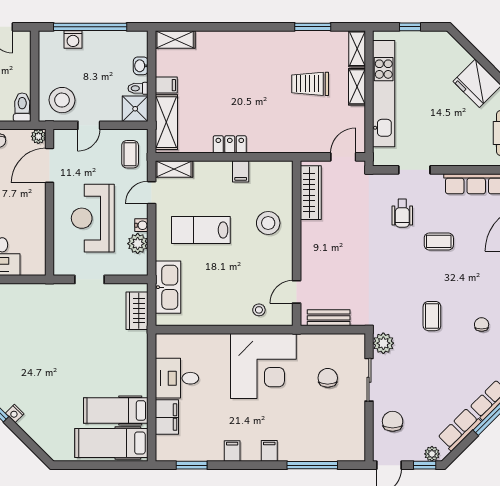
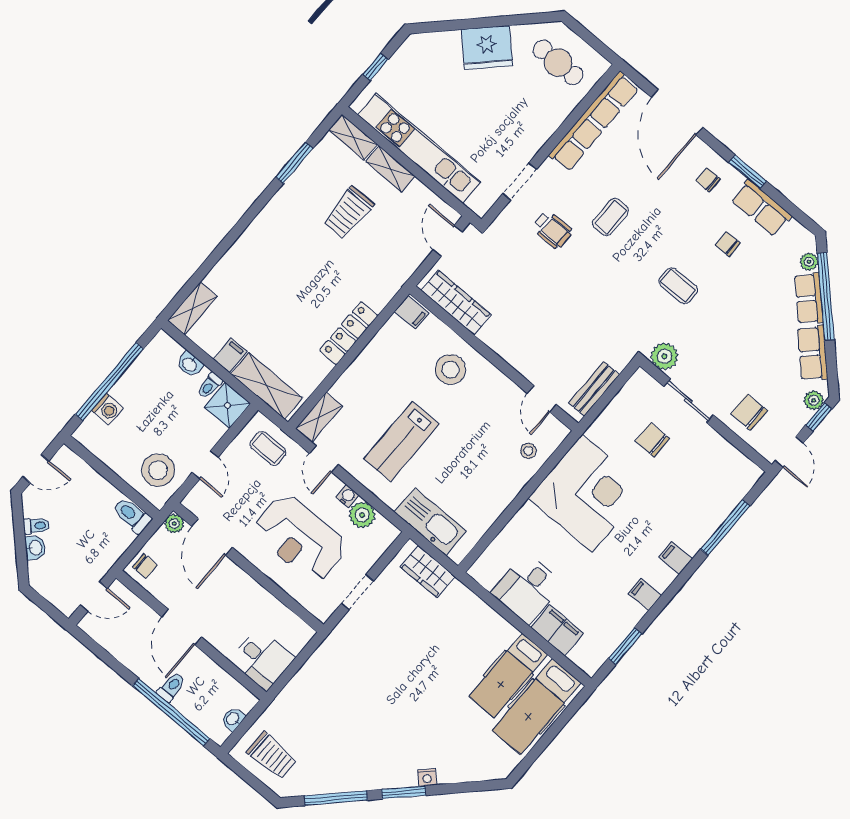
locker: (230, 144) -> (349, 333), width x1.53
filing cabinet: (241, 171) -> (412, 312), moved

